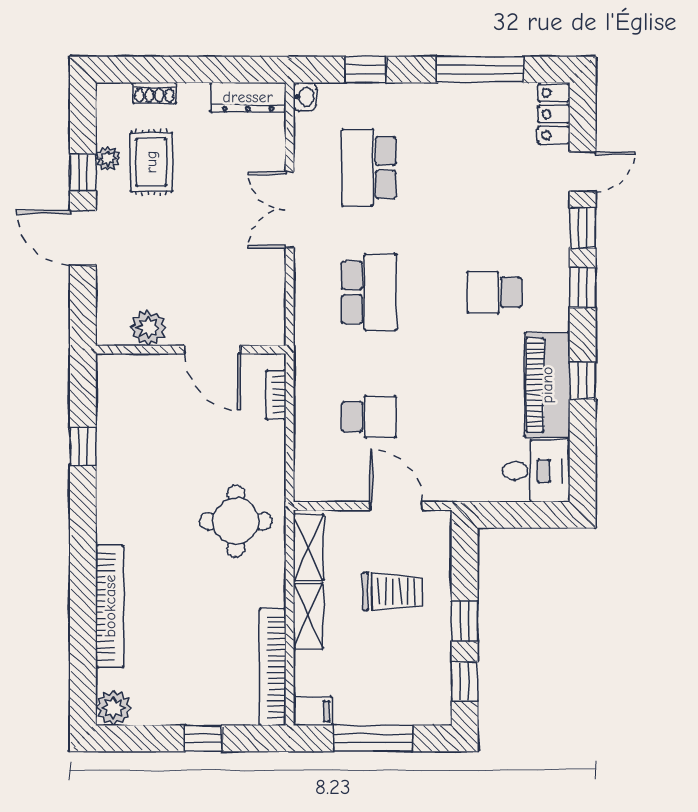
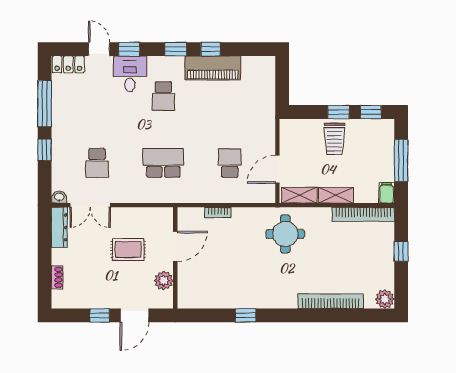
window: (366, 70) -> (45, 150), moved
plant: (108, 158) -> (92, 302), removed
rug: (151, 162) -> (128, 249), moved
school desk: (369, 168) -> (97, 163), width x0.54
double door: (290, 210) -> (90, 205), moved
window: (583, 287) -> (176, 49), moved
plant: (148, 328) -> (164, 281), moved
wall: (191, 350) -> (175, 258), moved
door: (212, 350) -> (175, 246), moved
desk: (536, 471) -> (130, 74), moved
door: (396, 506) -> (277, 169), moved
trolley: (393, 591) -> (335, 139), moved, turned 180

